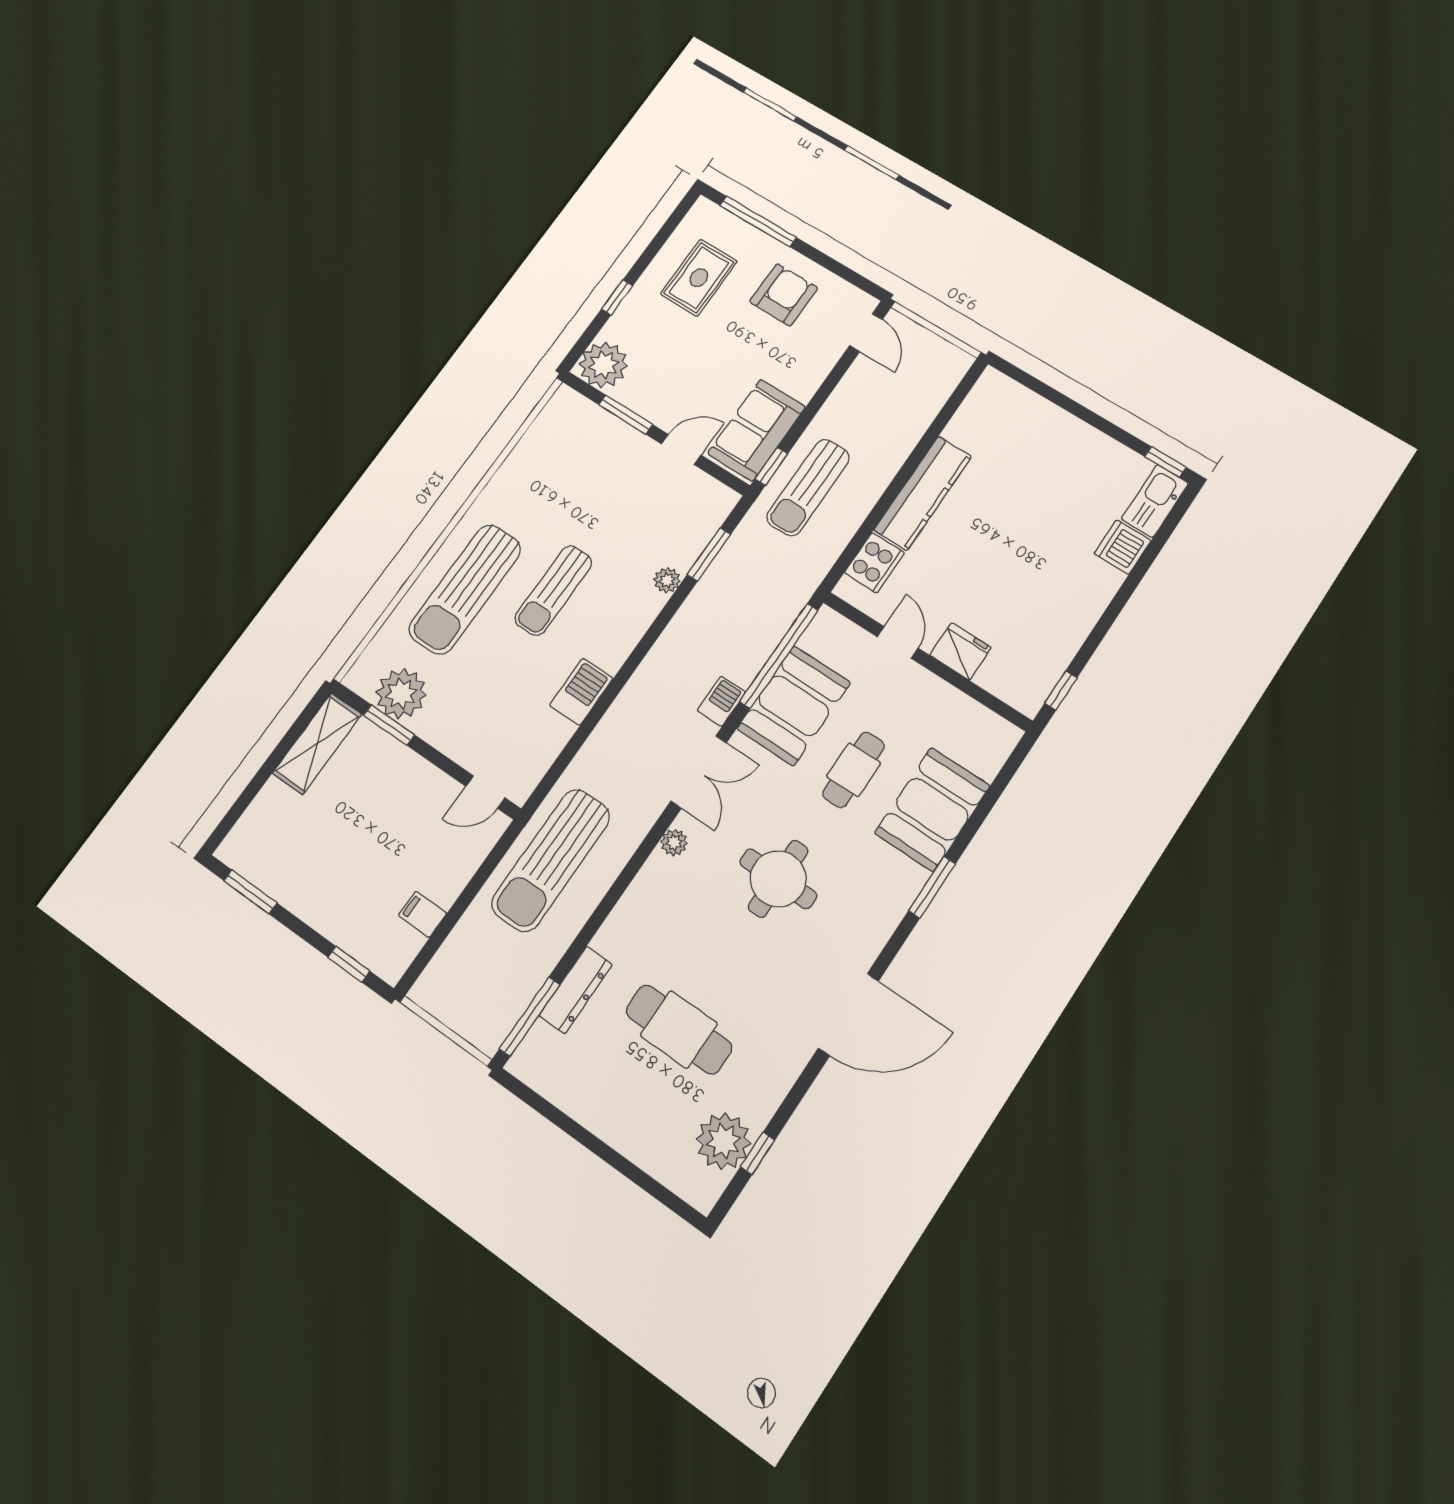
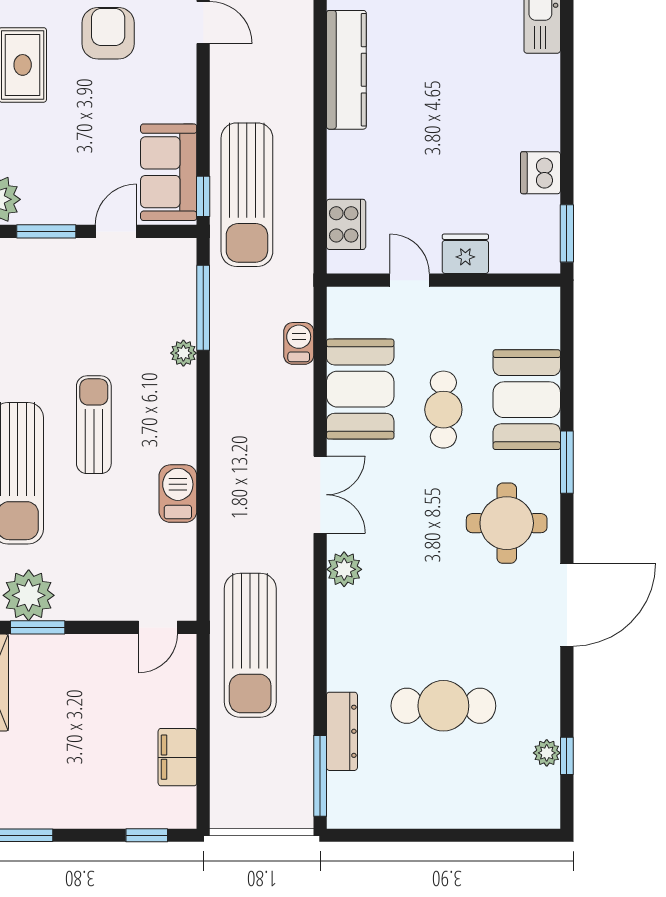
sun lounger: (808, 487) -> (247, 195), width x1.36, depth x1.34
kitchen counter: (923, 493) -> (346, 70), moved
dishwasher: (1122, 547) -> (540, 173), moved
window: (709, 554) -> (203, 308), width x1.44
sun lounger: (553, 590) -> (94, 425), turned 180
window: (779, 656) -> (320, 356), removed
window: (1061, 690) -> (567, 233), width x1.50
barbecue: (721, 701) -> (299, 343), moved
plant: (674, 842) -> (344, 569), width x1.38, depth x1.38
round table: (778, 879) -> (507, 523), moved
filing cabinet: (423, 914) -> (177, 757), width x2.00
plant: (724, 1141) -> (547, 753), width x0.53, depth x0.53

